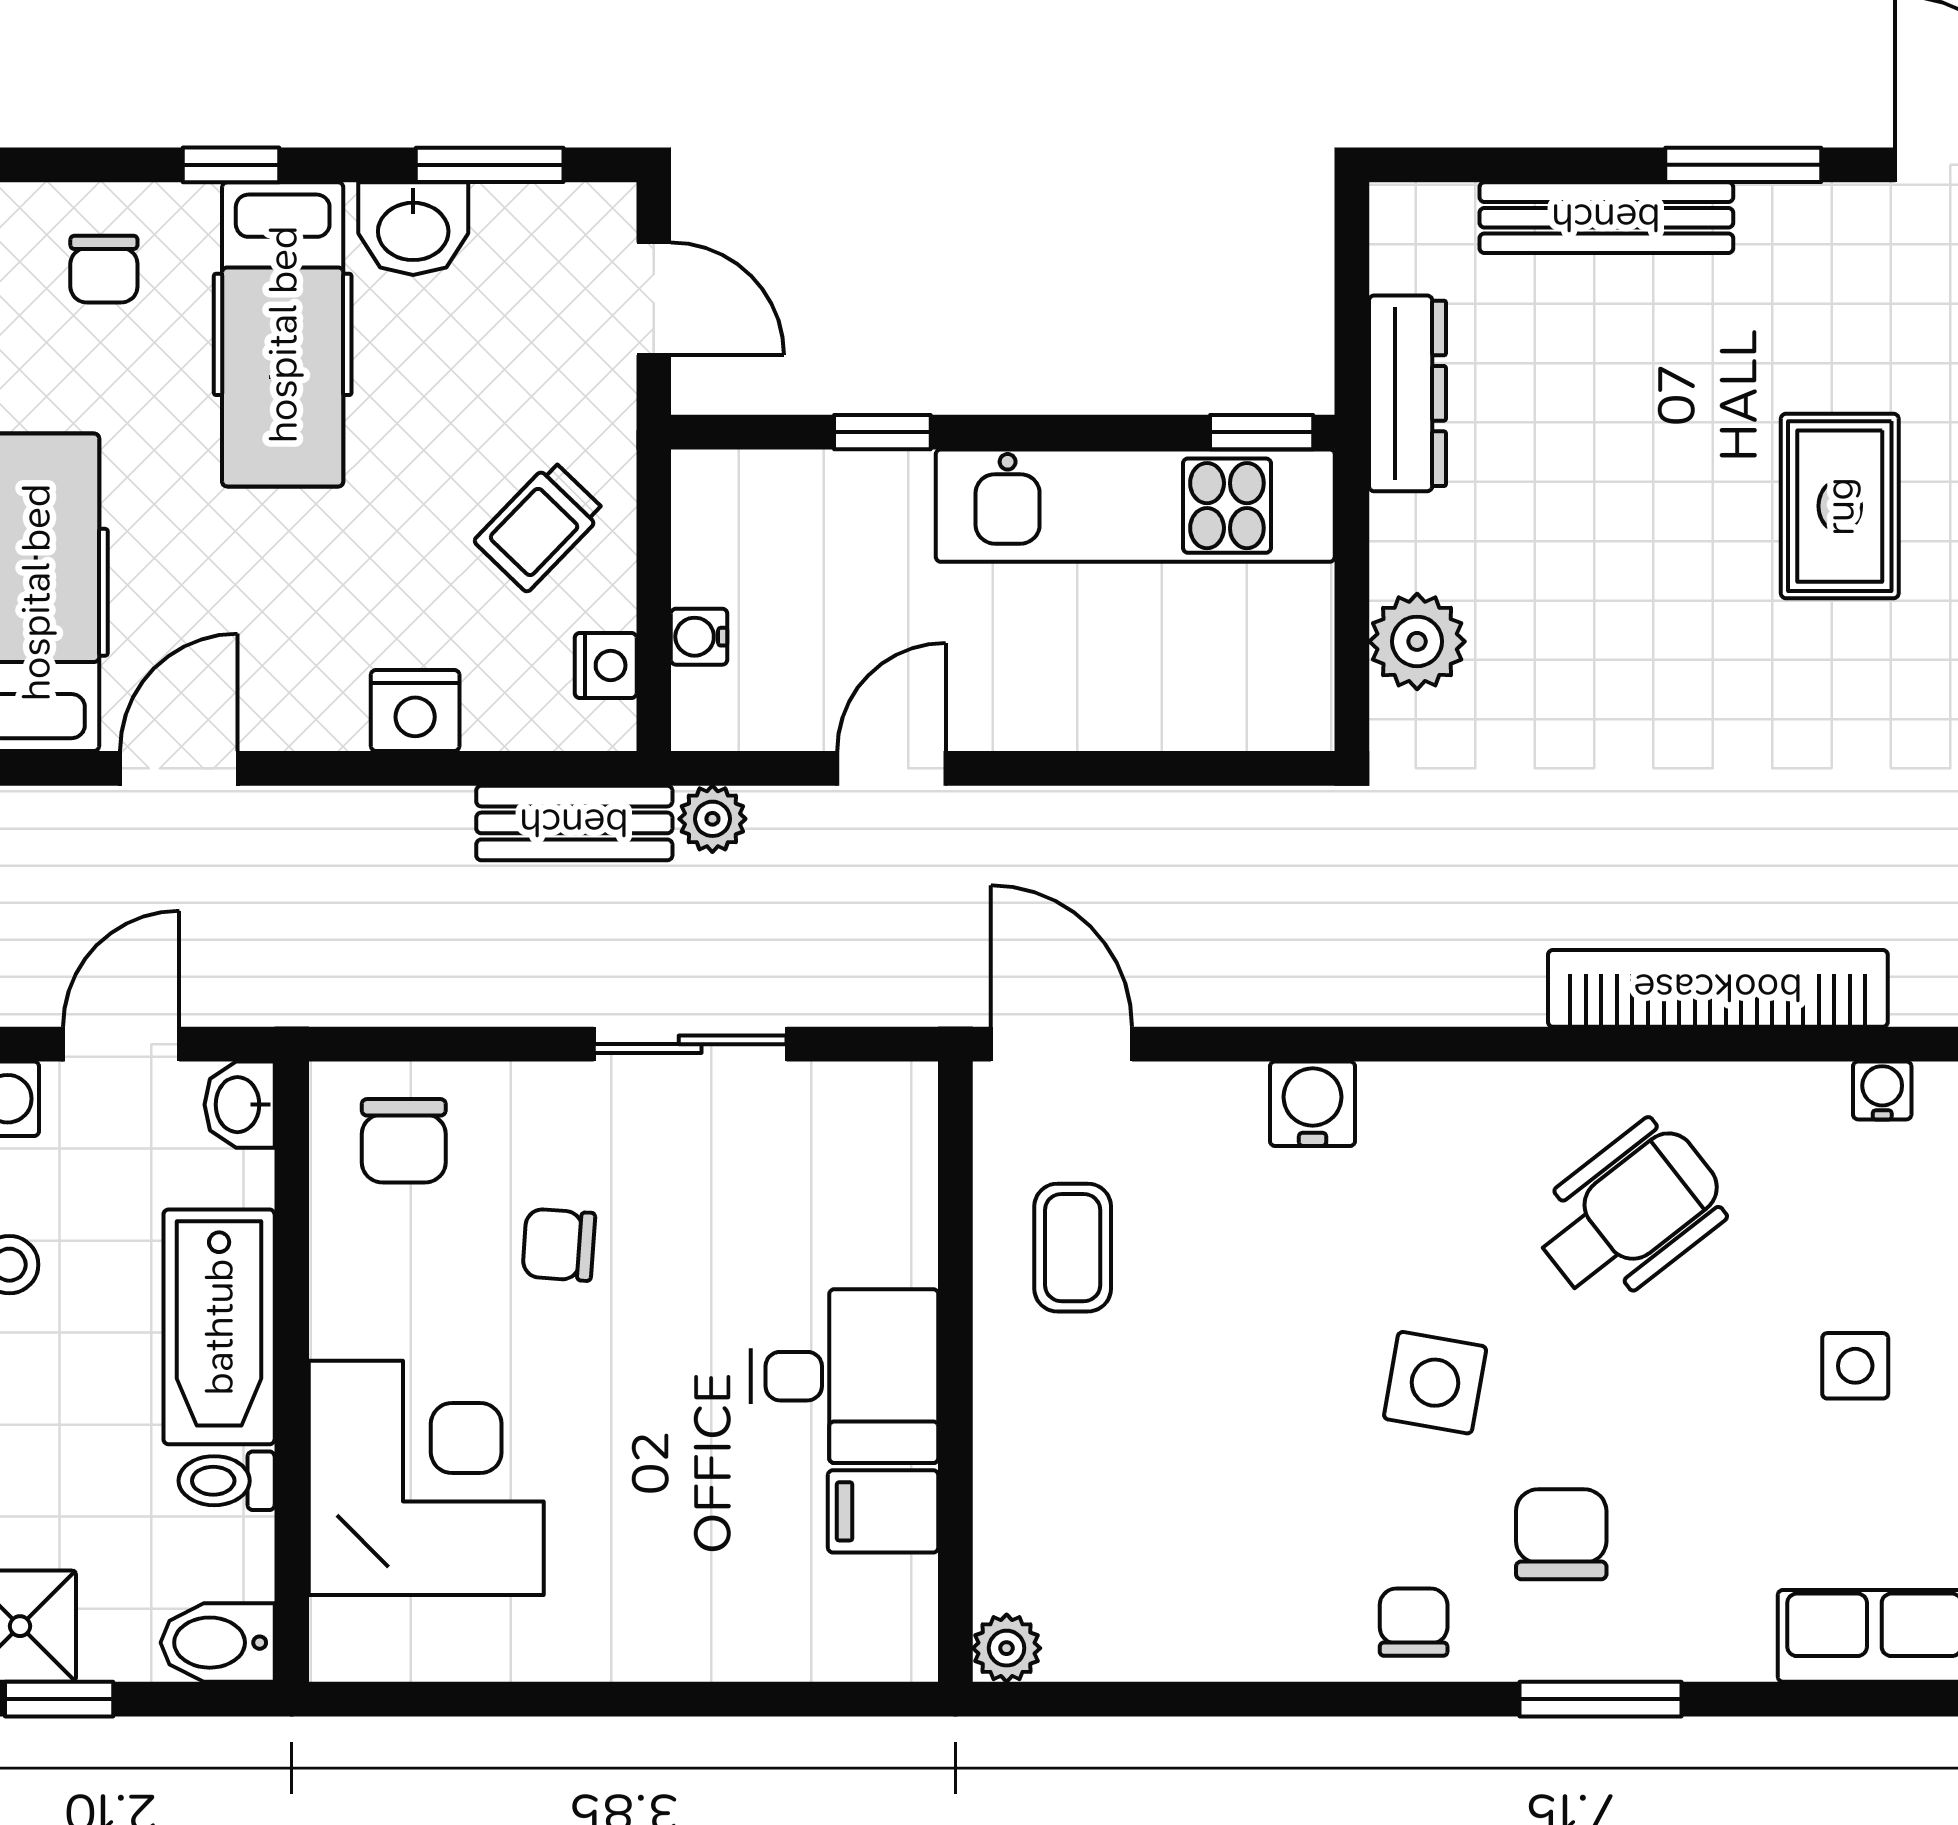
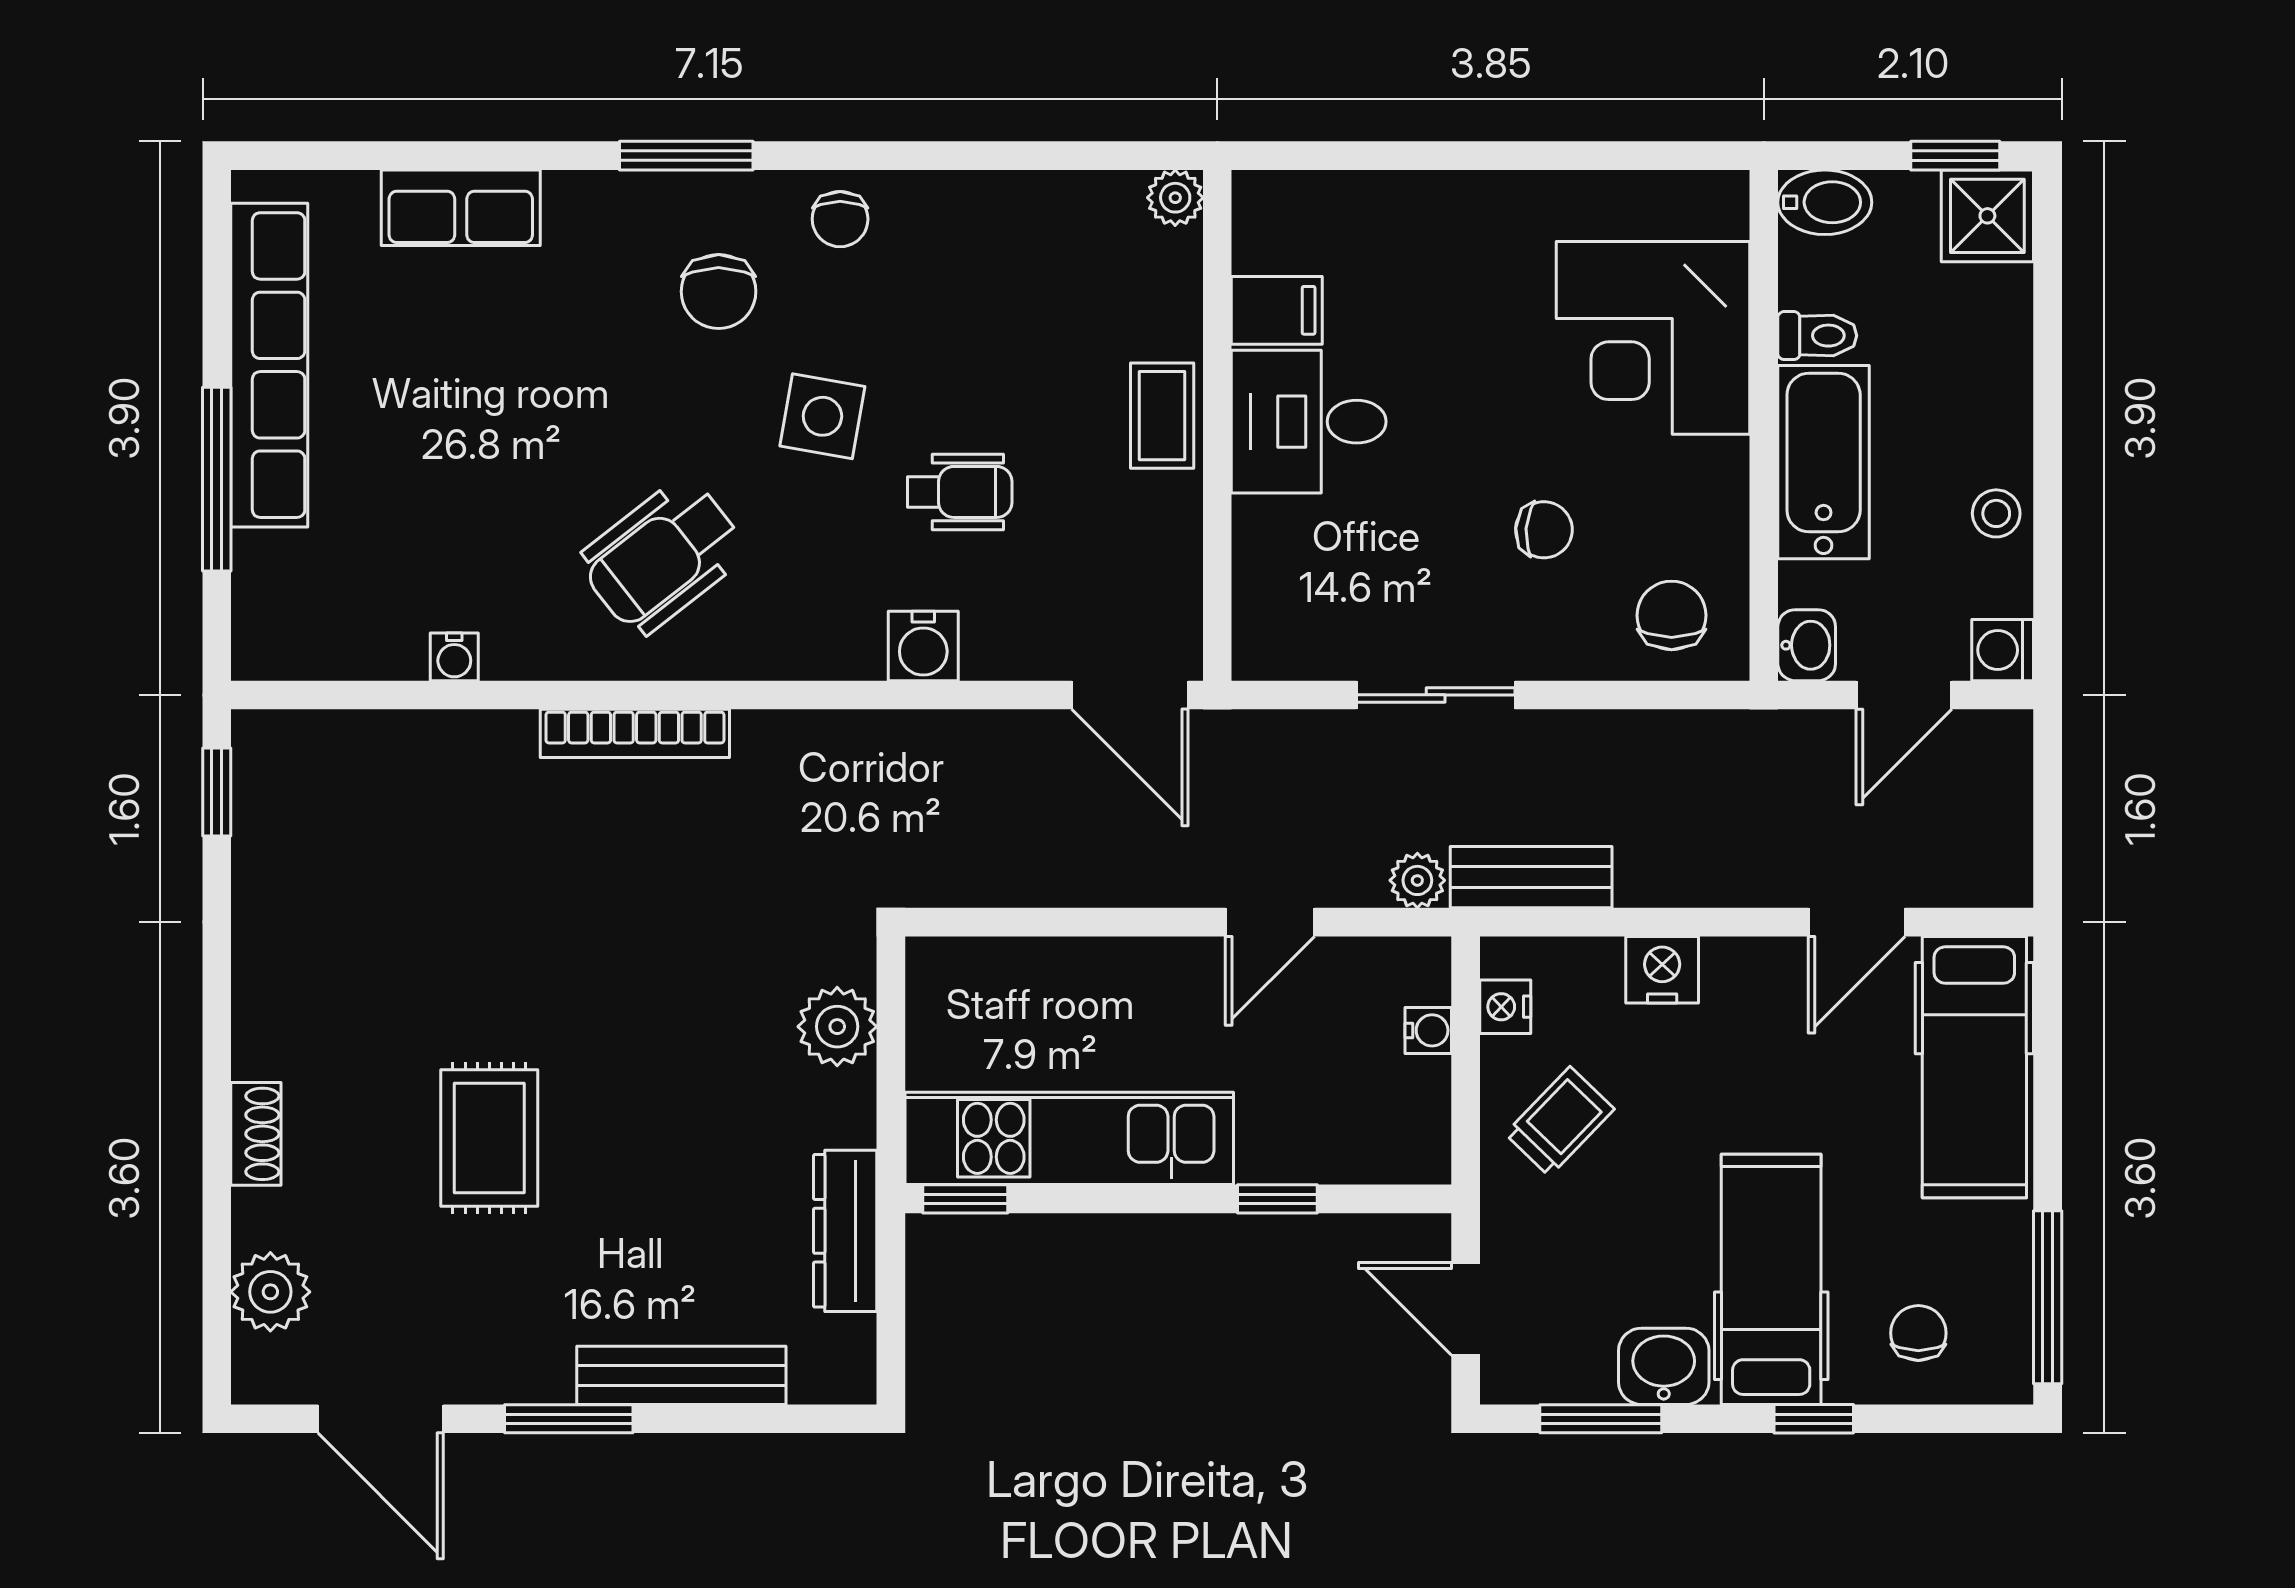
bookcase: (1718, 988) -> (635, 733), width x0.68, depth x0.76
coffee table: (1073, 1248) -> (1162, 416), moved
wheelchair: (1268, 1291) -> (960, 492), added
side table: (1855, 1366) -> (477, 430), removed

